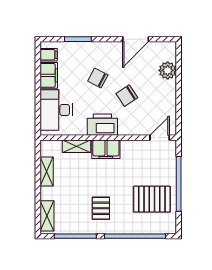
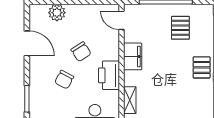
filing cabinet: (106, 149) -> (133, 56), moved
pallet: (152, 199) -> (180, 28), width x0.67, depth x0.71
pallet: (101, 208) -> (202, 67), moved, turned 90

